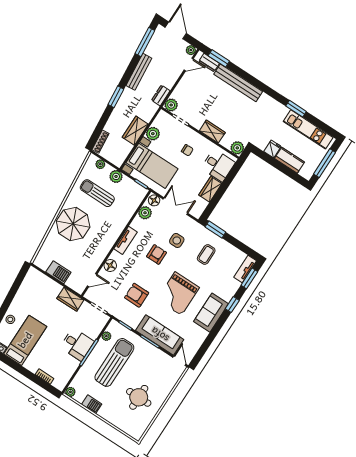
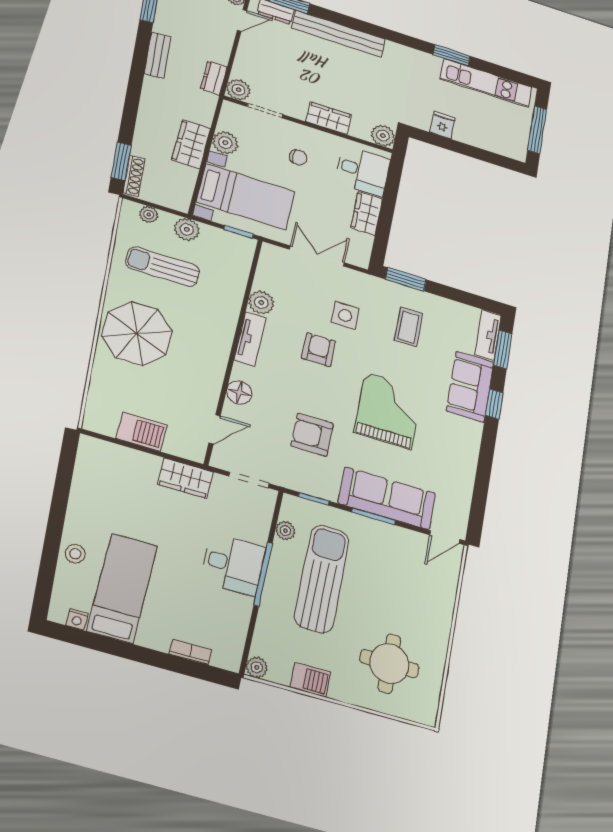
bench: (139, 72) -> (158, 55), width x0.73
window: (116, 97) -> (121, 161), moved
kitchen counter: (289, 160) -> (479, 137), removed
floor lamp: (154, 200) -> (274, 255), removed
plant: (145, 213) -> (261, 302), moved
grand piano: (178, 294) -> (388, 411), turned 180
sofa: (211, 313) -> (470, 387), moved
door: (179, 361) -> (445, 537), swing flipped
round table: (139, 397) -> (389, 664), moved

